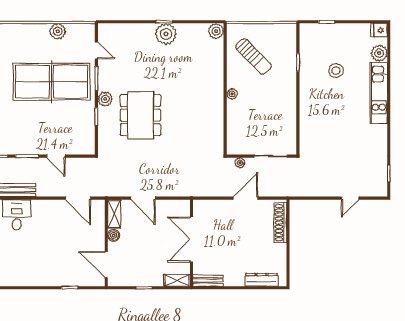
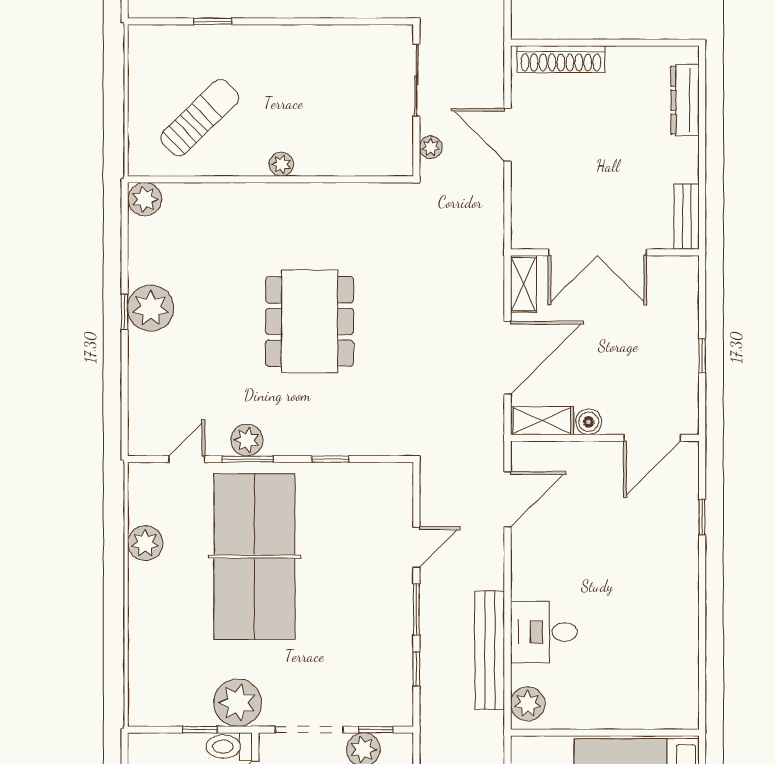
plant: (105, 99) -> (247, 440), moved
dining table: (140, 115) -> (310, 321), moved, turned 90
door: (143, 198) -> (508, 358), width x1.36
shelving: (177, 280) -> (523, 284), moved

